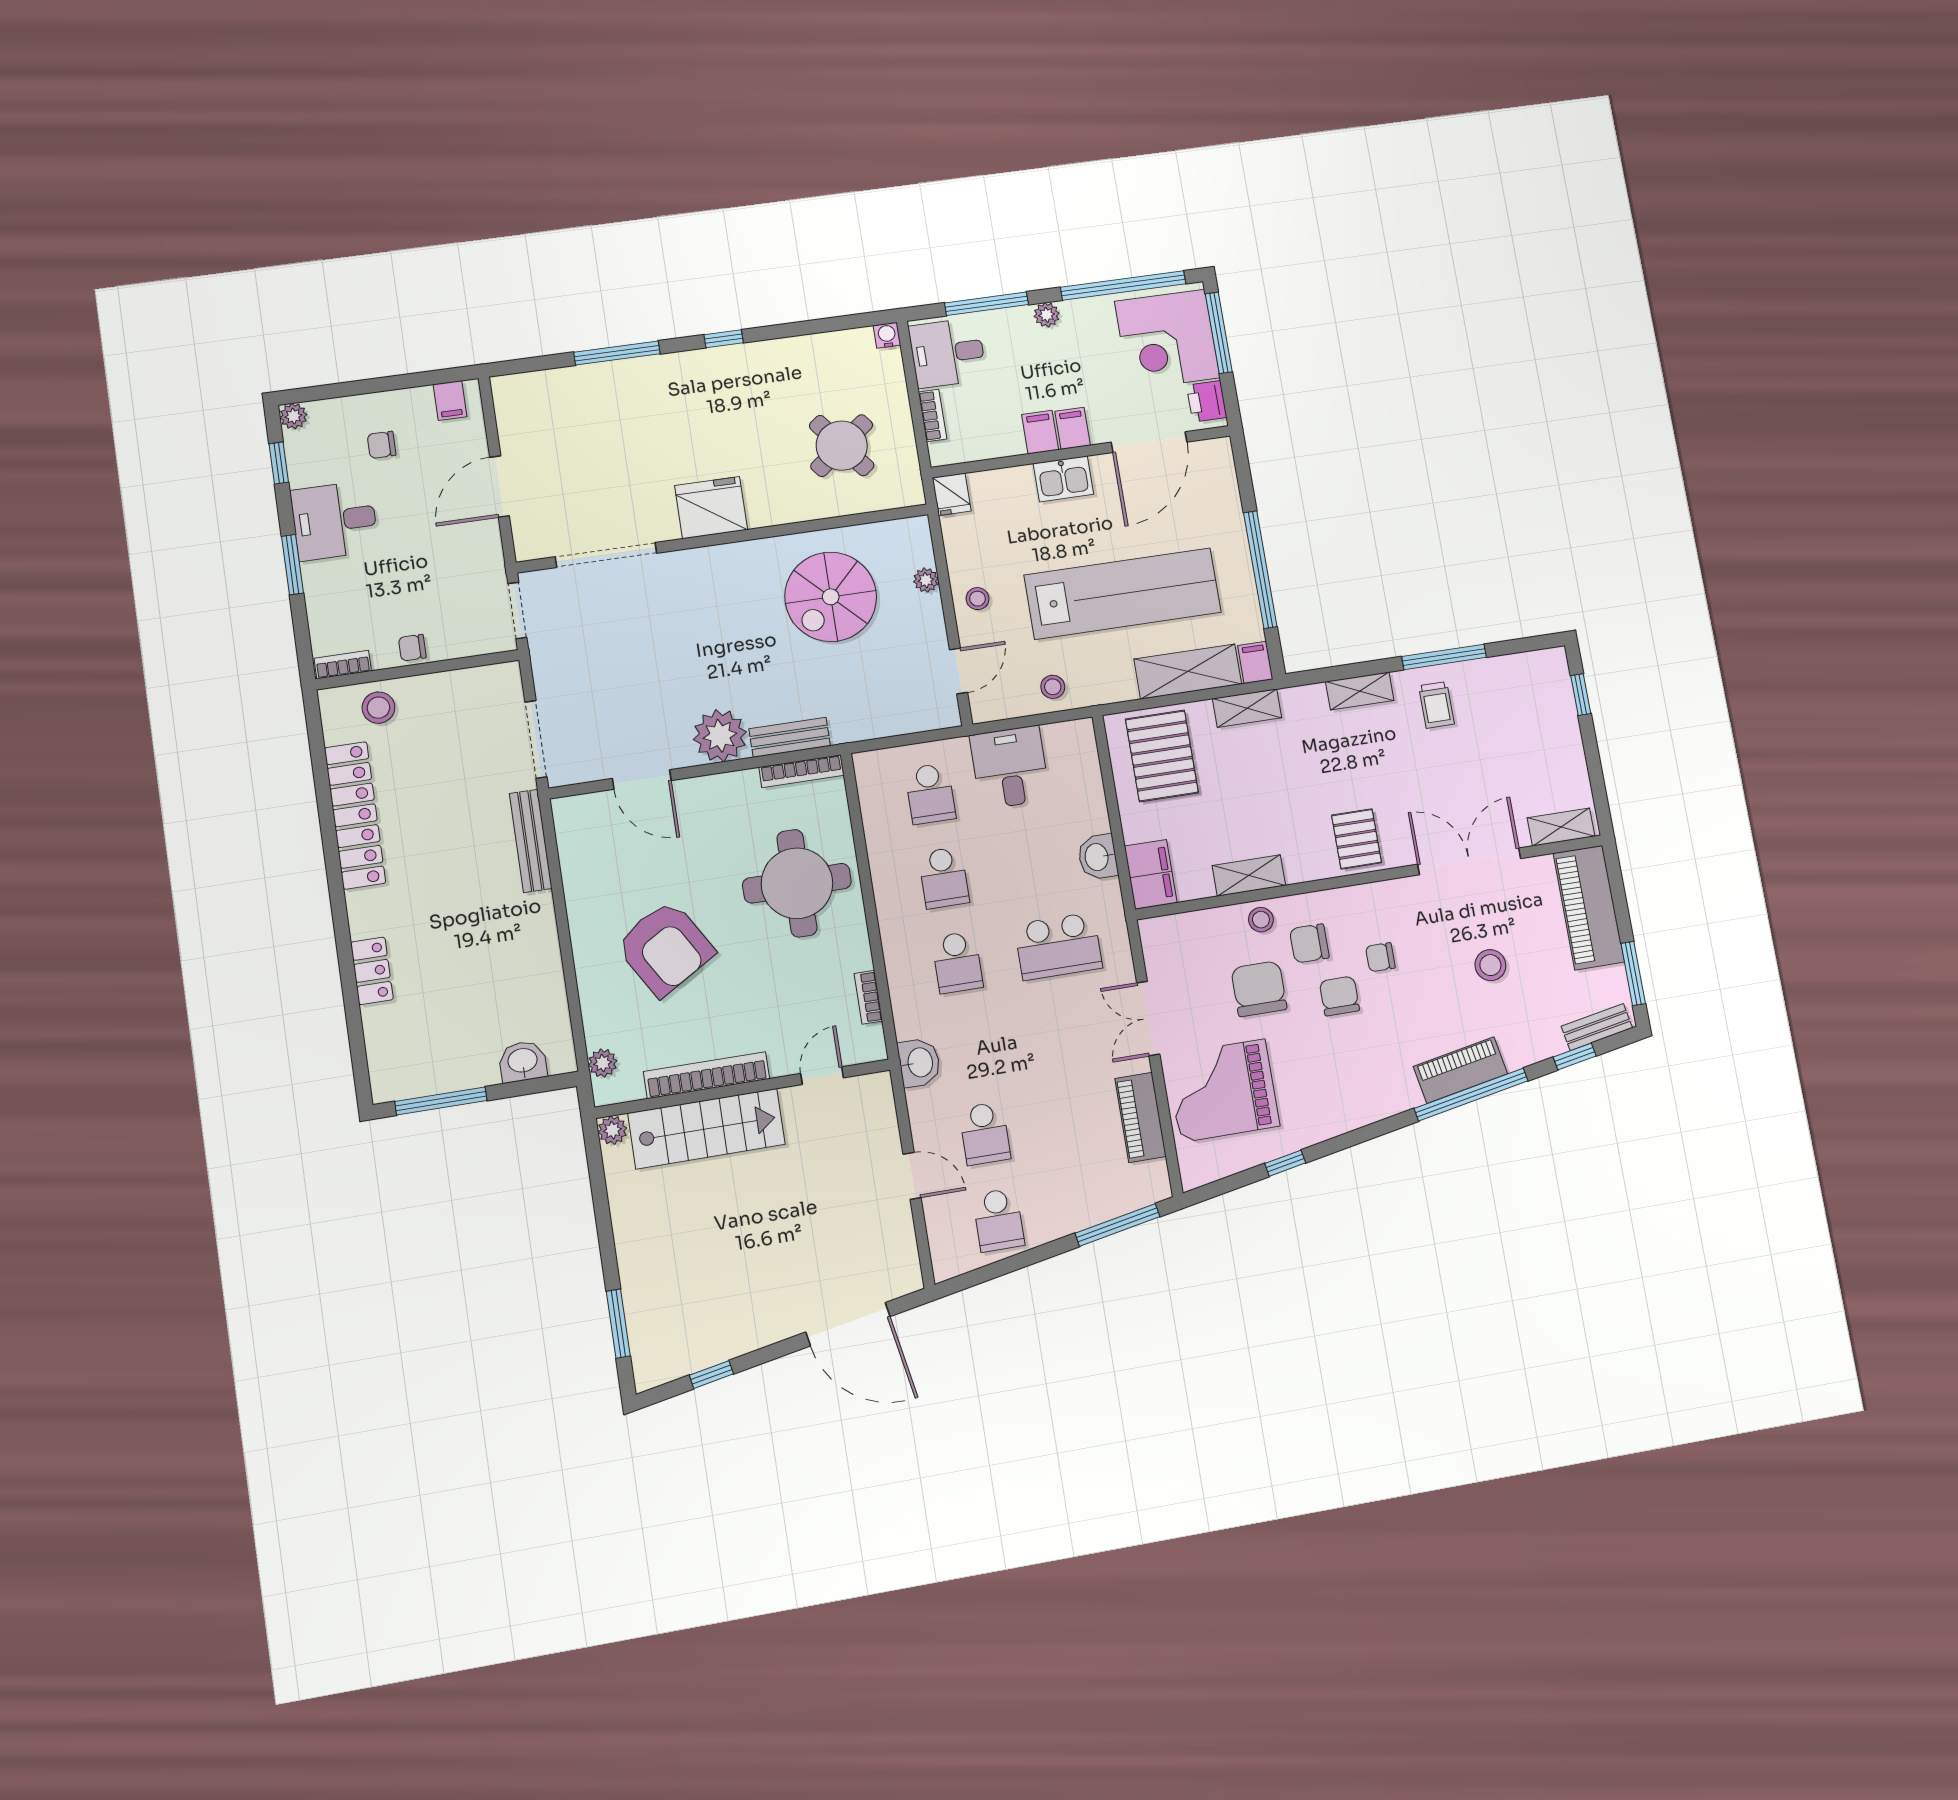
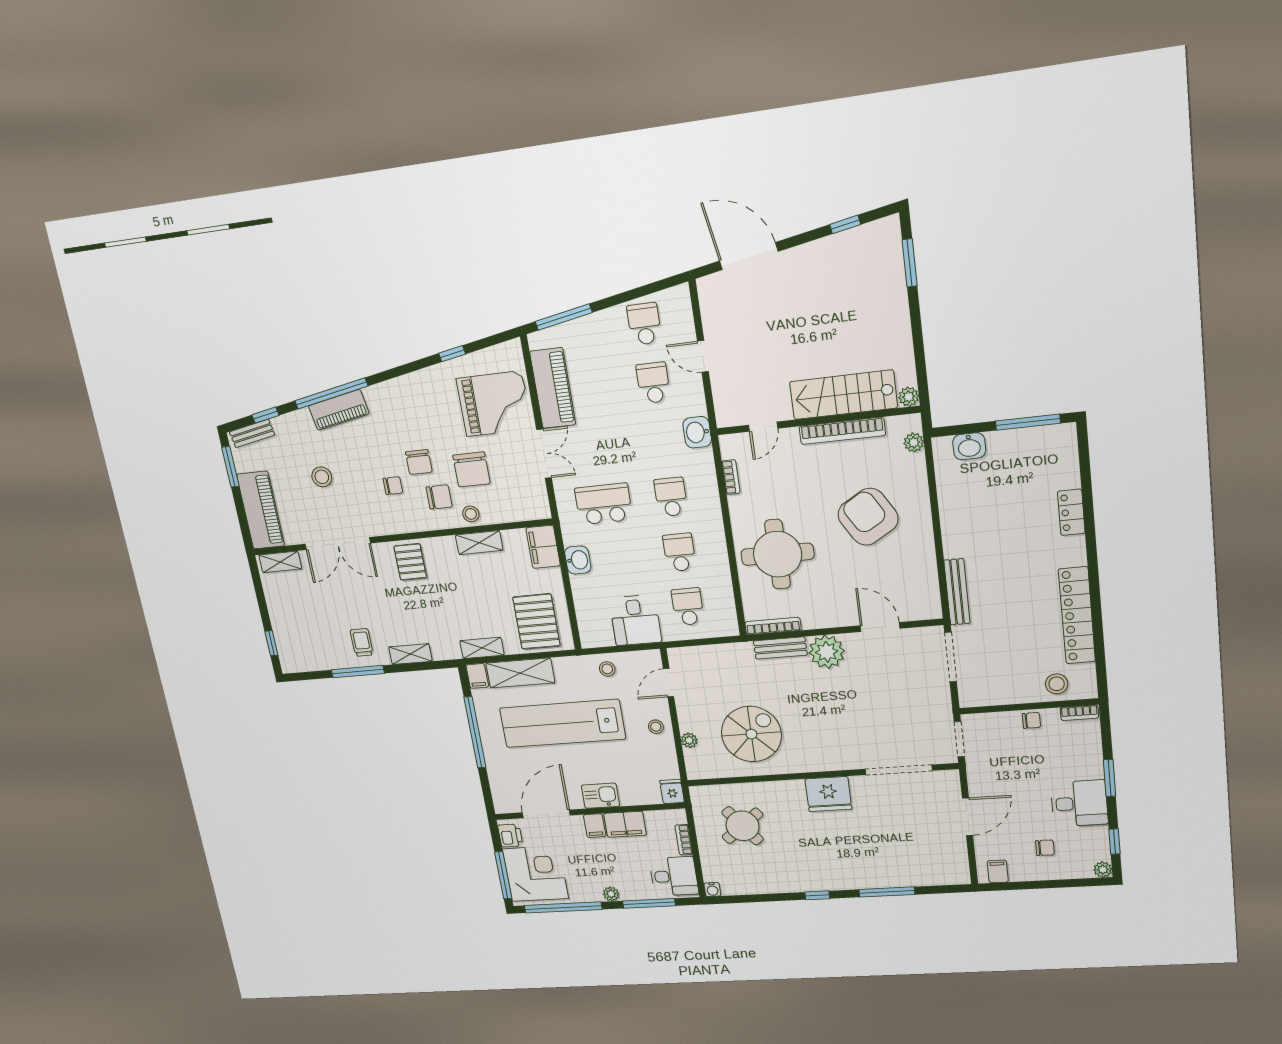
filing cabinet: (1040, 432) -> (625, 824), width x2.00
piano: (1141, 1117) -> (553, 388), width x1.37, depth x1.33

